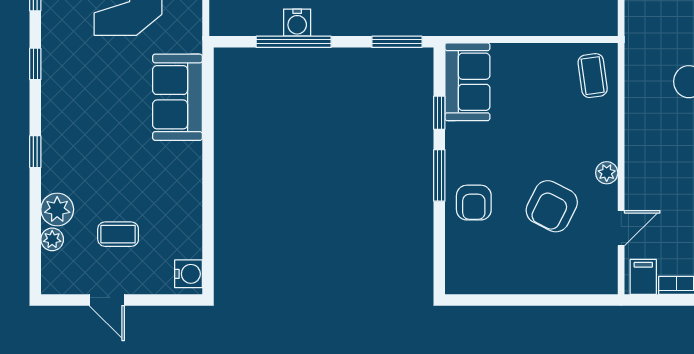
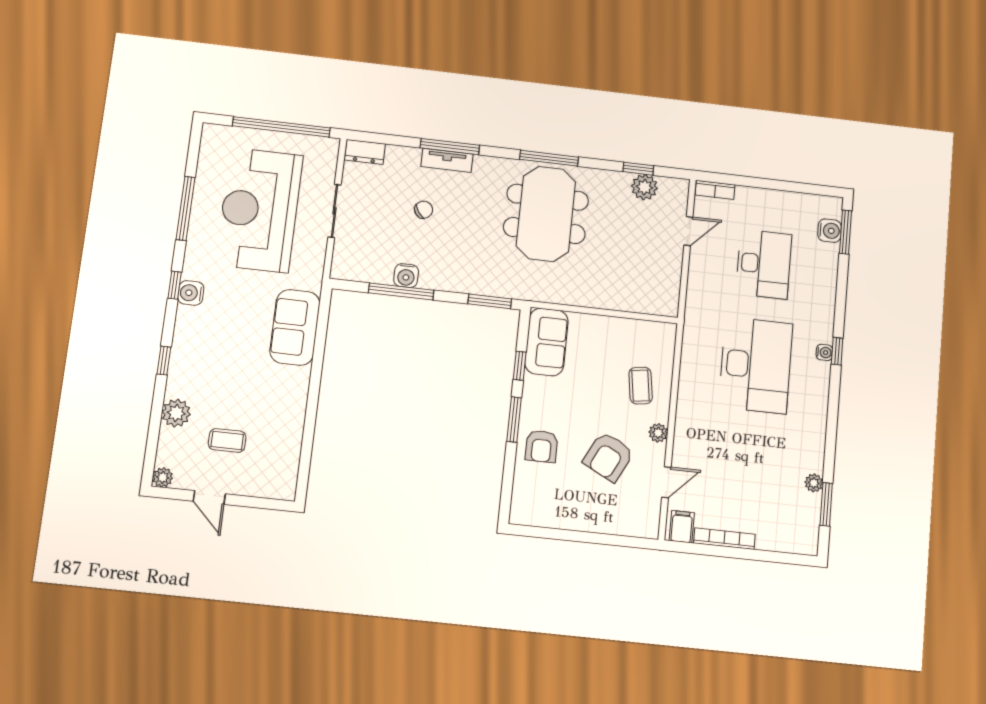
coffee table: (593, 76) -> (641, 386), moved
plant: (52, 239) -> (163, 477), moved
water cooler: (189, 274) -> (191, 293), moved, turned 180

